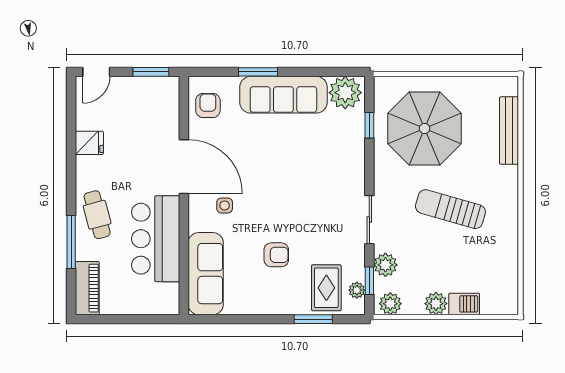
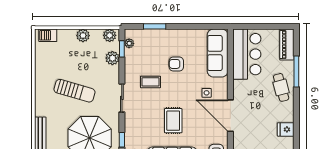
sliding door: (369, 220) -> (122, 98), moved
coffee table: (320, 224) -> (150, 82), added
bar counter: (156, 239) -> (247, 54), moved
rug: (326, 288) -> (173, 121), moved
barbecue: (464, 304) -> (48, 35), moved

